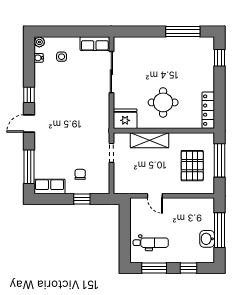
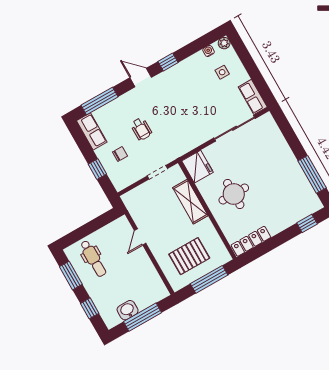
wheelchair: (70, 146) -> (141, 129), added

